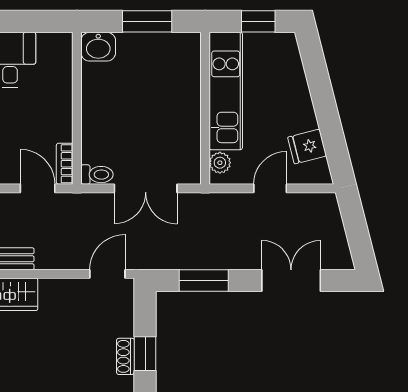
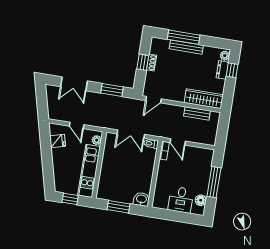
double door: (146, 188) -> (131, 134), swing flipped
door: (270, 188) -> (77, 125), hinge flipped

